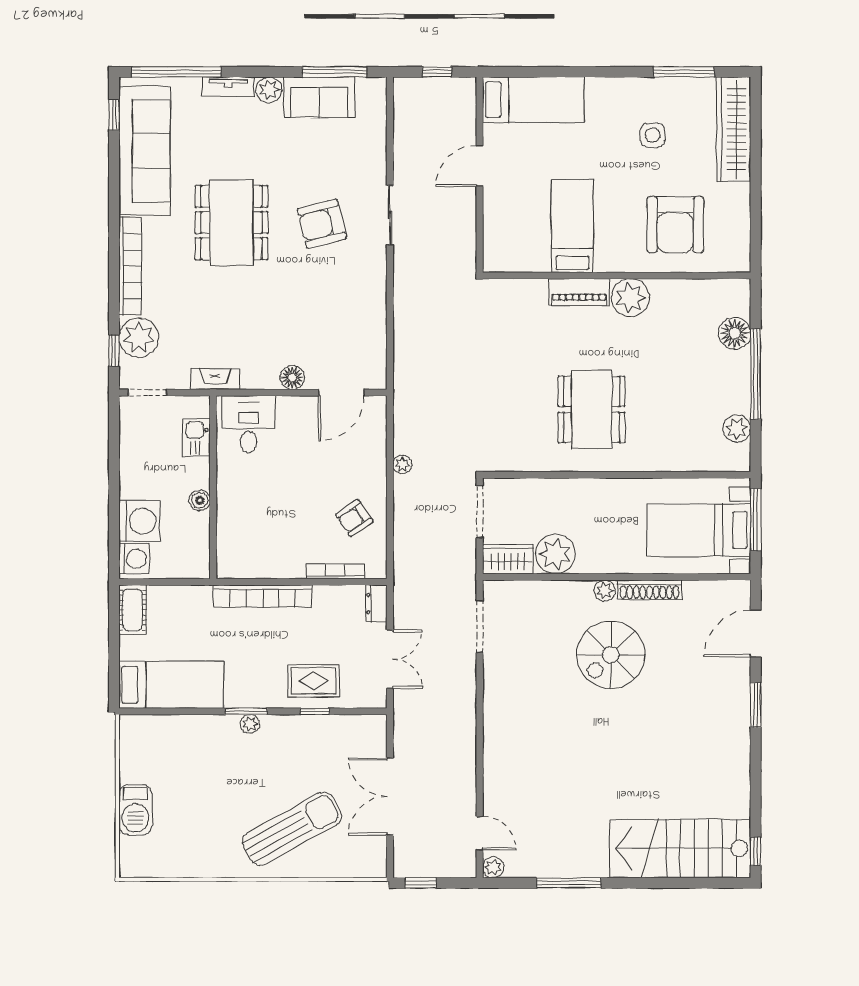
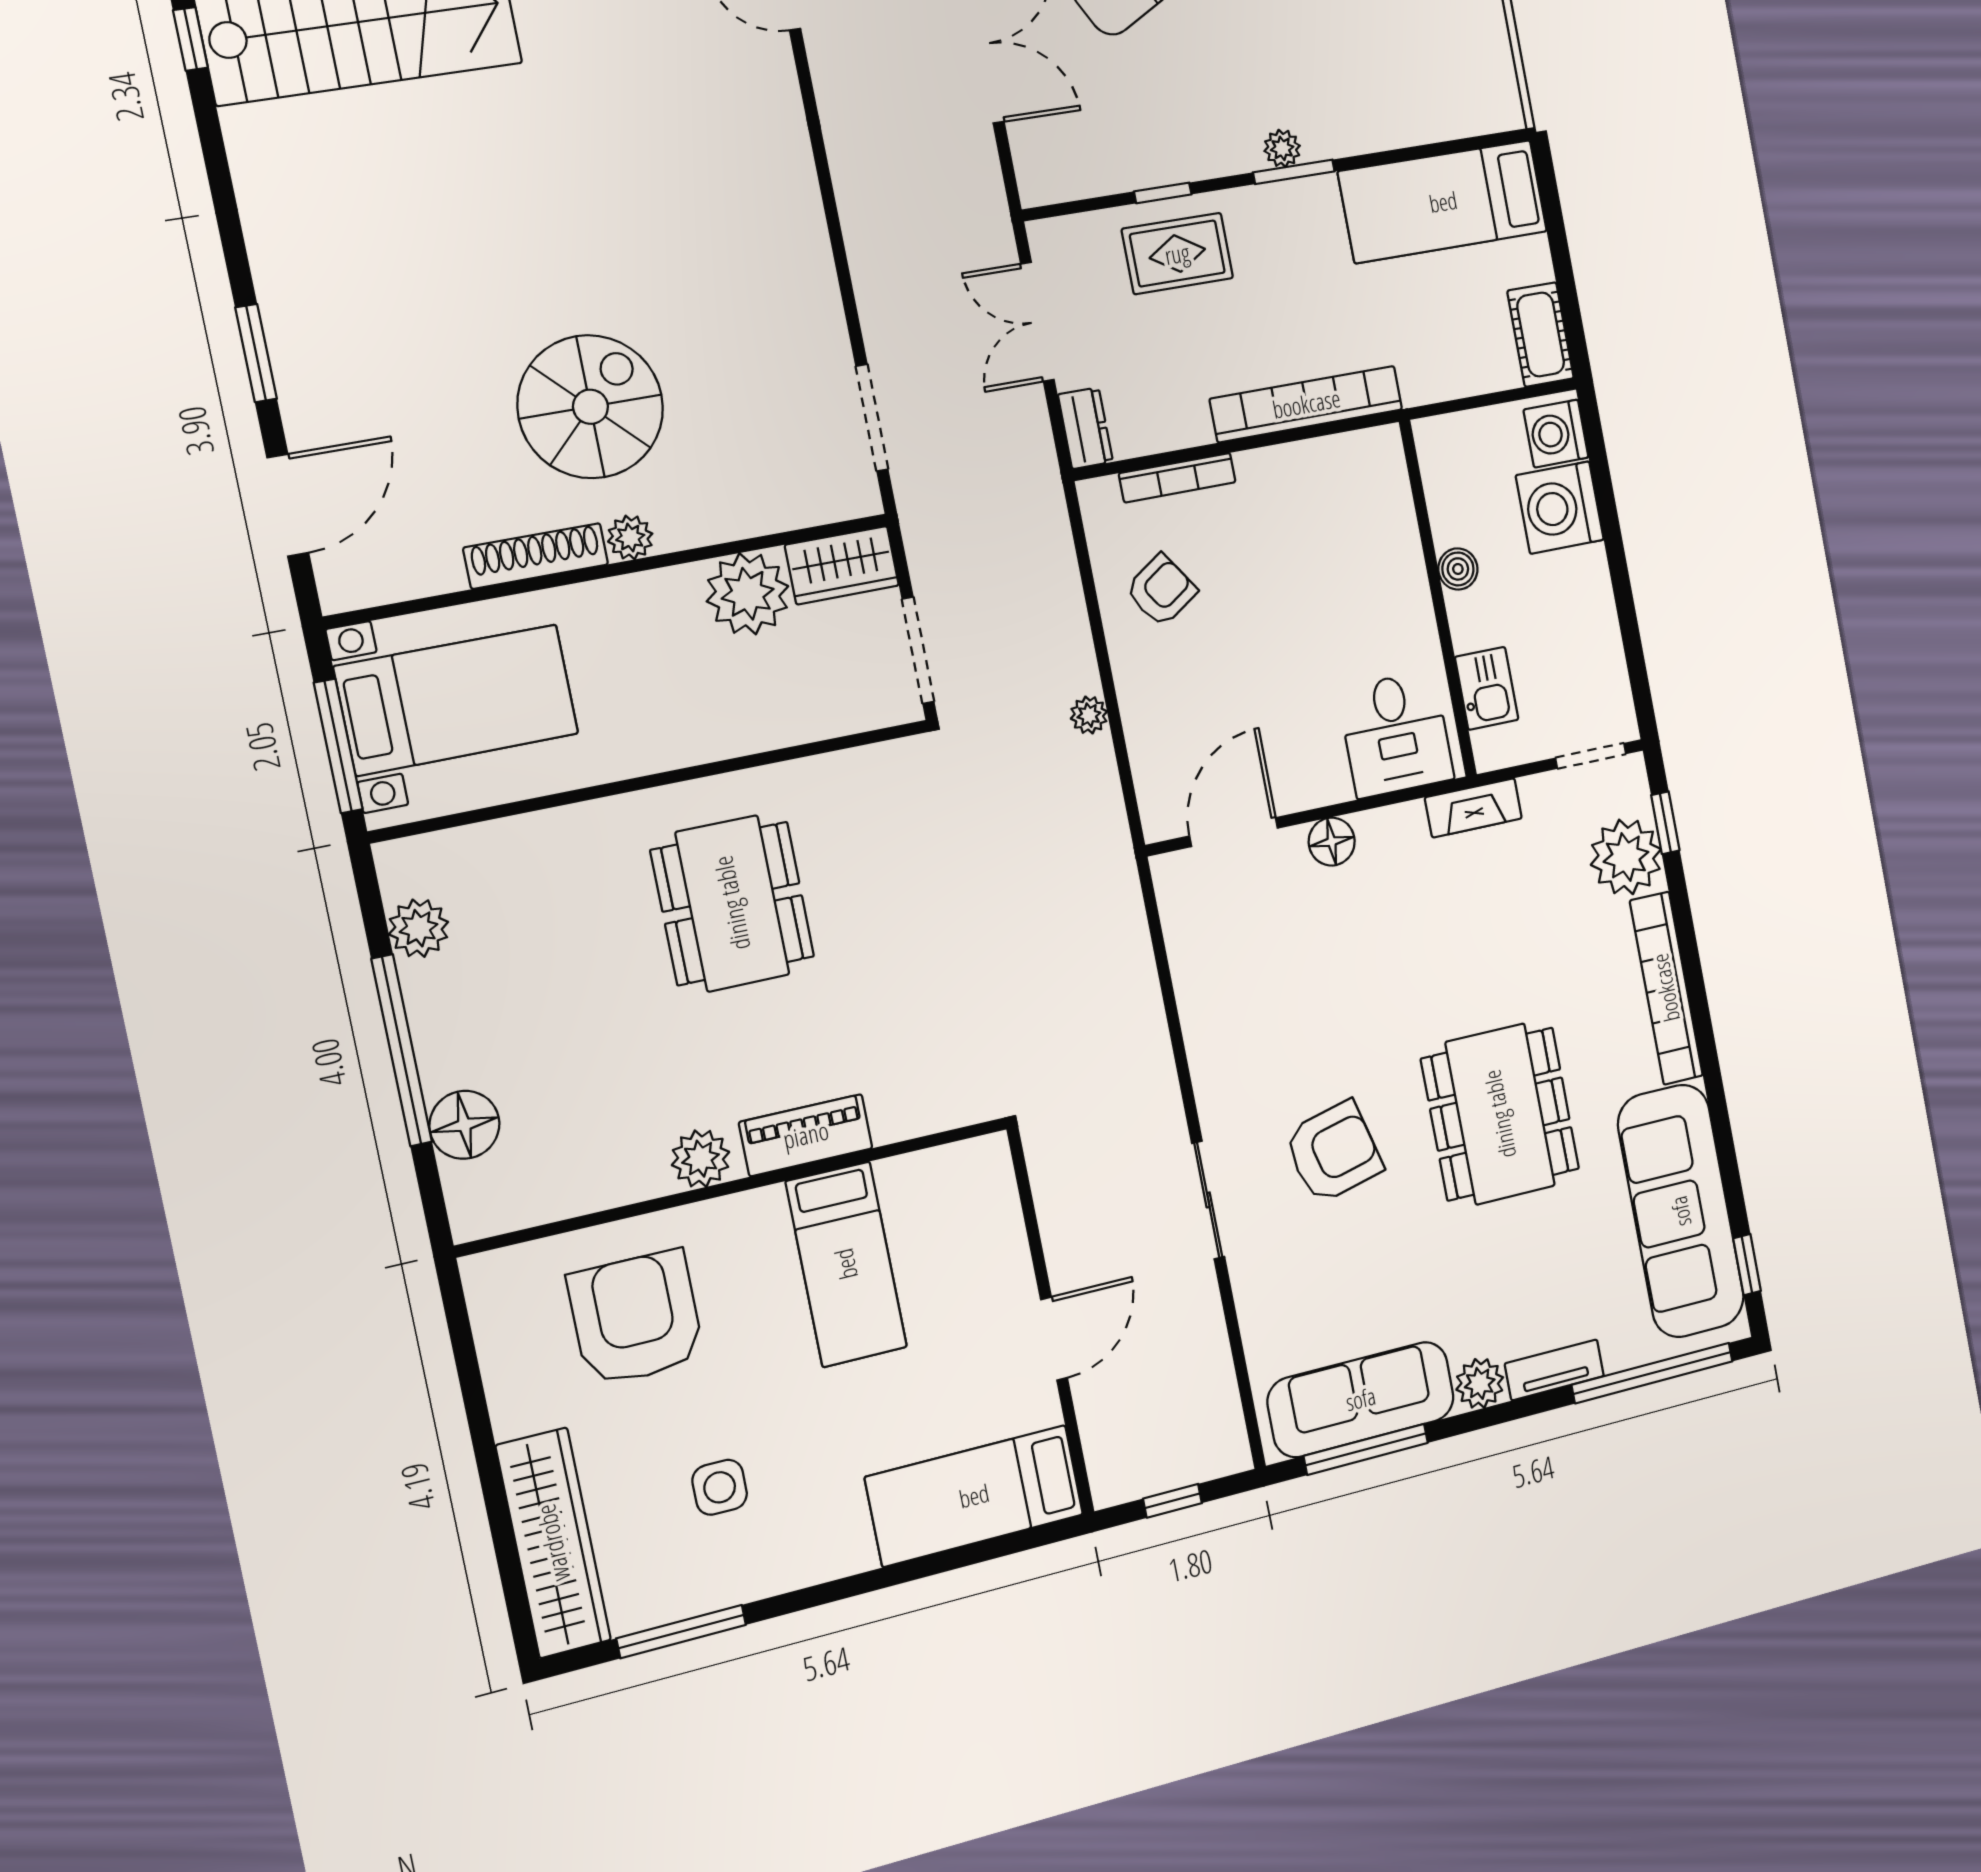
sofa: (319, 97) -> (1361, 1399), width x1.36
plant: (630, 298) -> (701, 1159), width x0.73, depth x0.73

